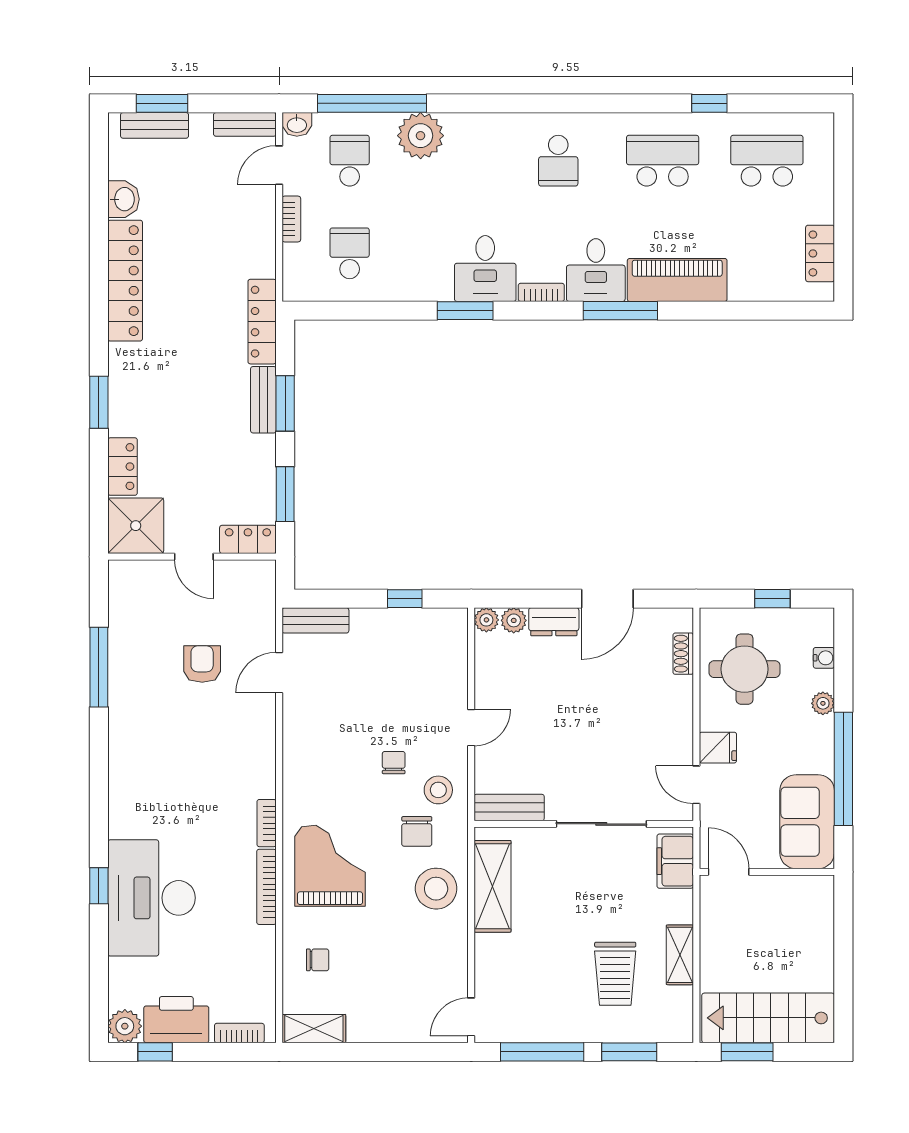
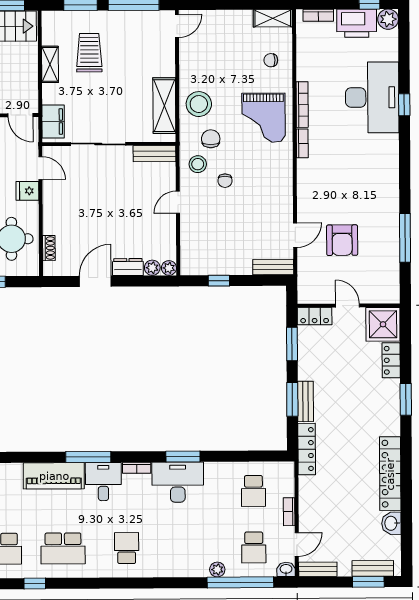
plant: (421, 136) -> (217, 569), width x0.53, depth x0.53
desk: (485, 268) -> (178, 482), width x1.37
armchair: (202, 664) -> (342, 240), width x1.38, depth x1.38

